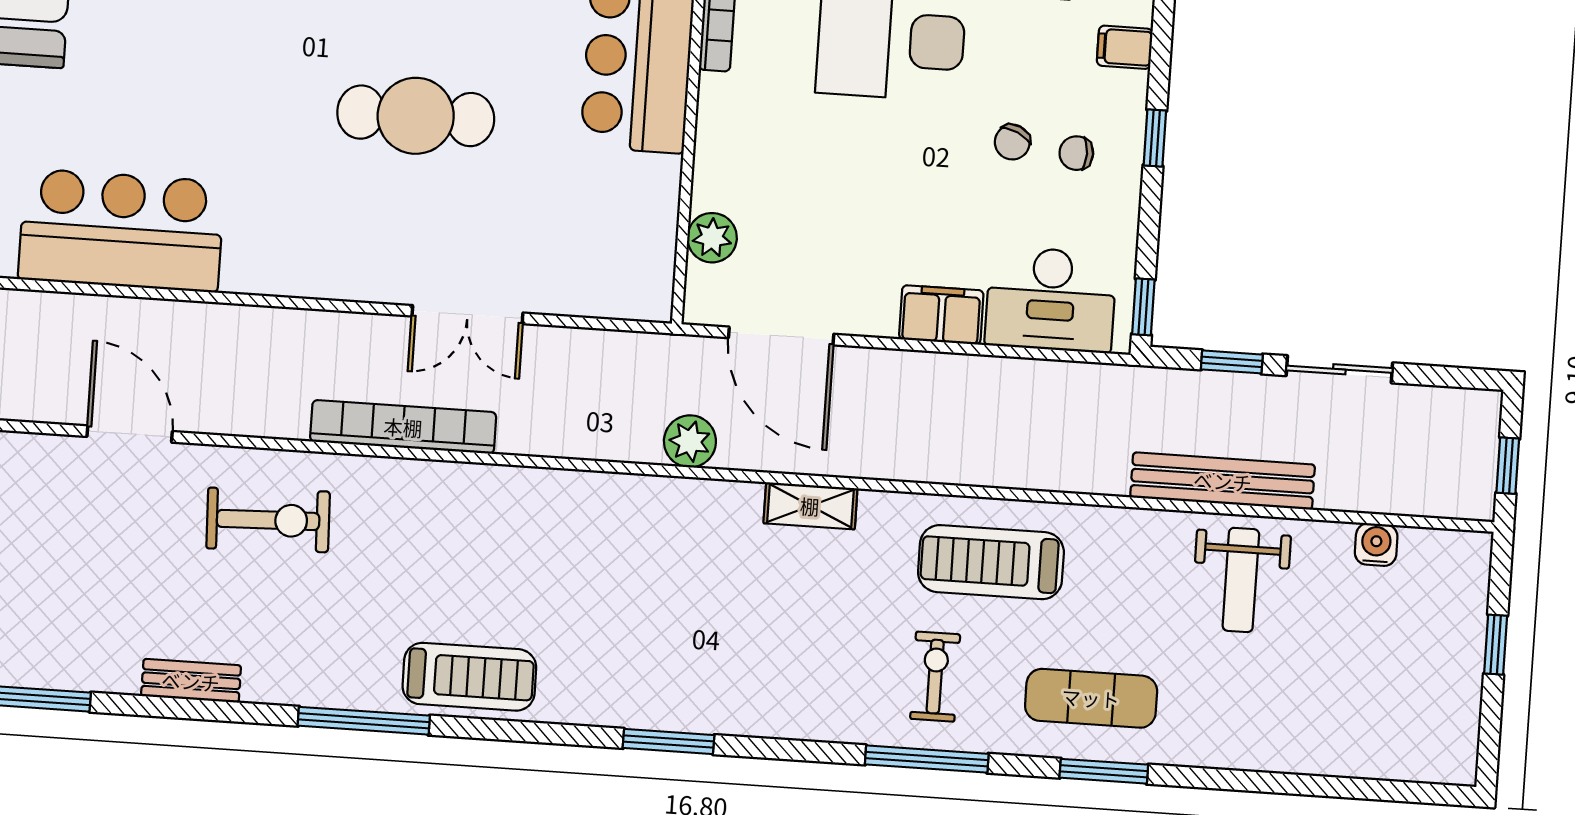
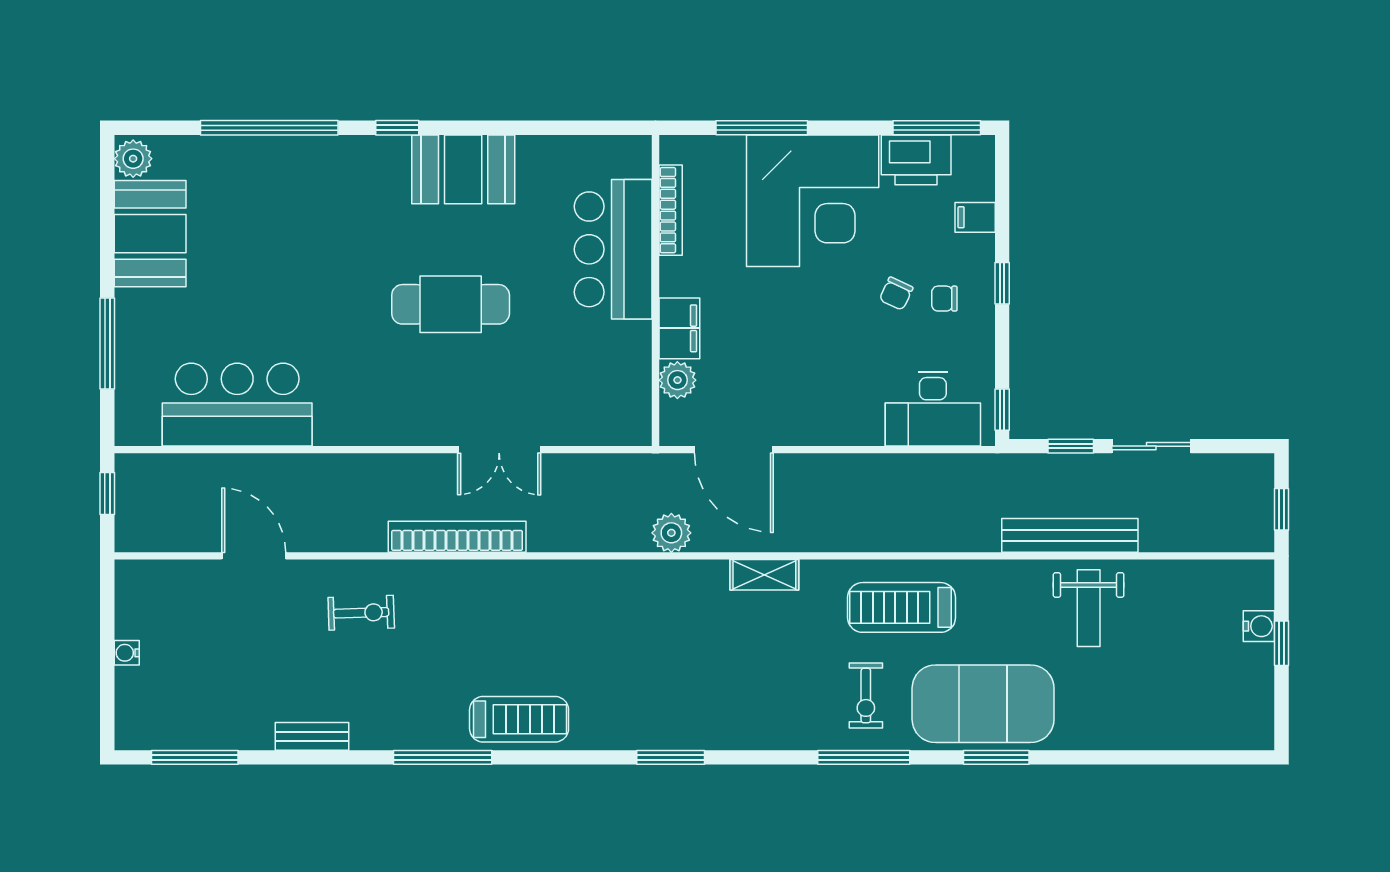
filing cabinet: (941, 315) -> (679, 328), moved, turned 90
exercise bike: (268, 520) -> (361, 613), width x0.73, depth x0.72
water cooler: (1376, 545) -> (1259, 626), moved, turned 90
exercise bike: (935, 677) -> (866, 696), turned 180
exercise mat: (1091, 698) -> (983, 704), width x2.00, depth x1.45

